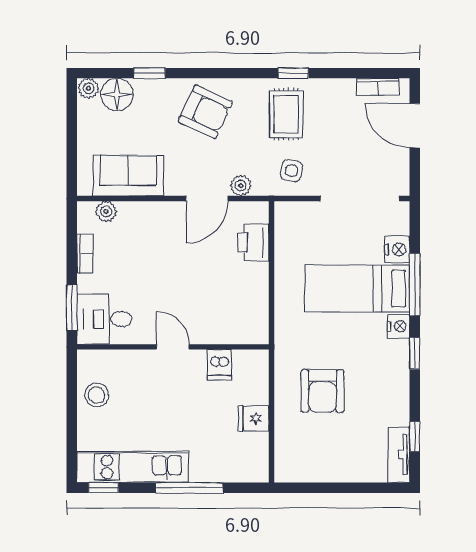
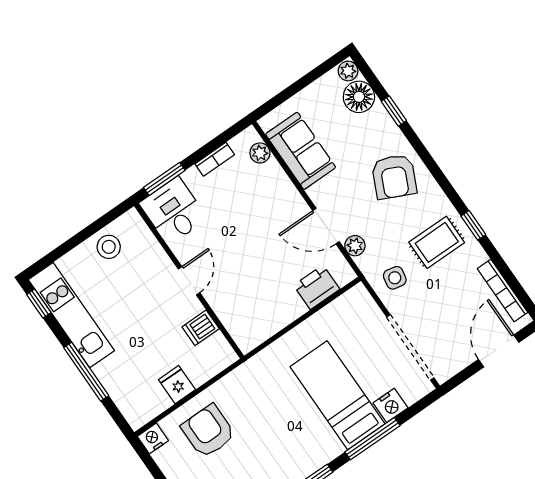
bookcase: (378, 87) -> (502, 290), width x1.56
nightstand: (399, 326) -> (153, 438), moved, turned 180
armchair: (322, 391) -> (208, 431), moved, turned 90

